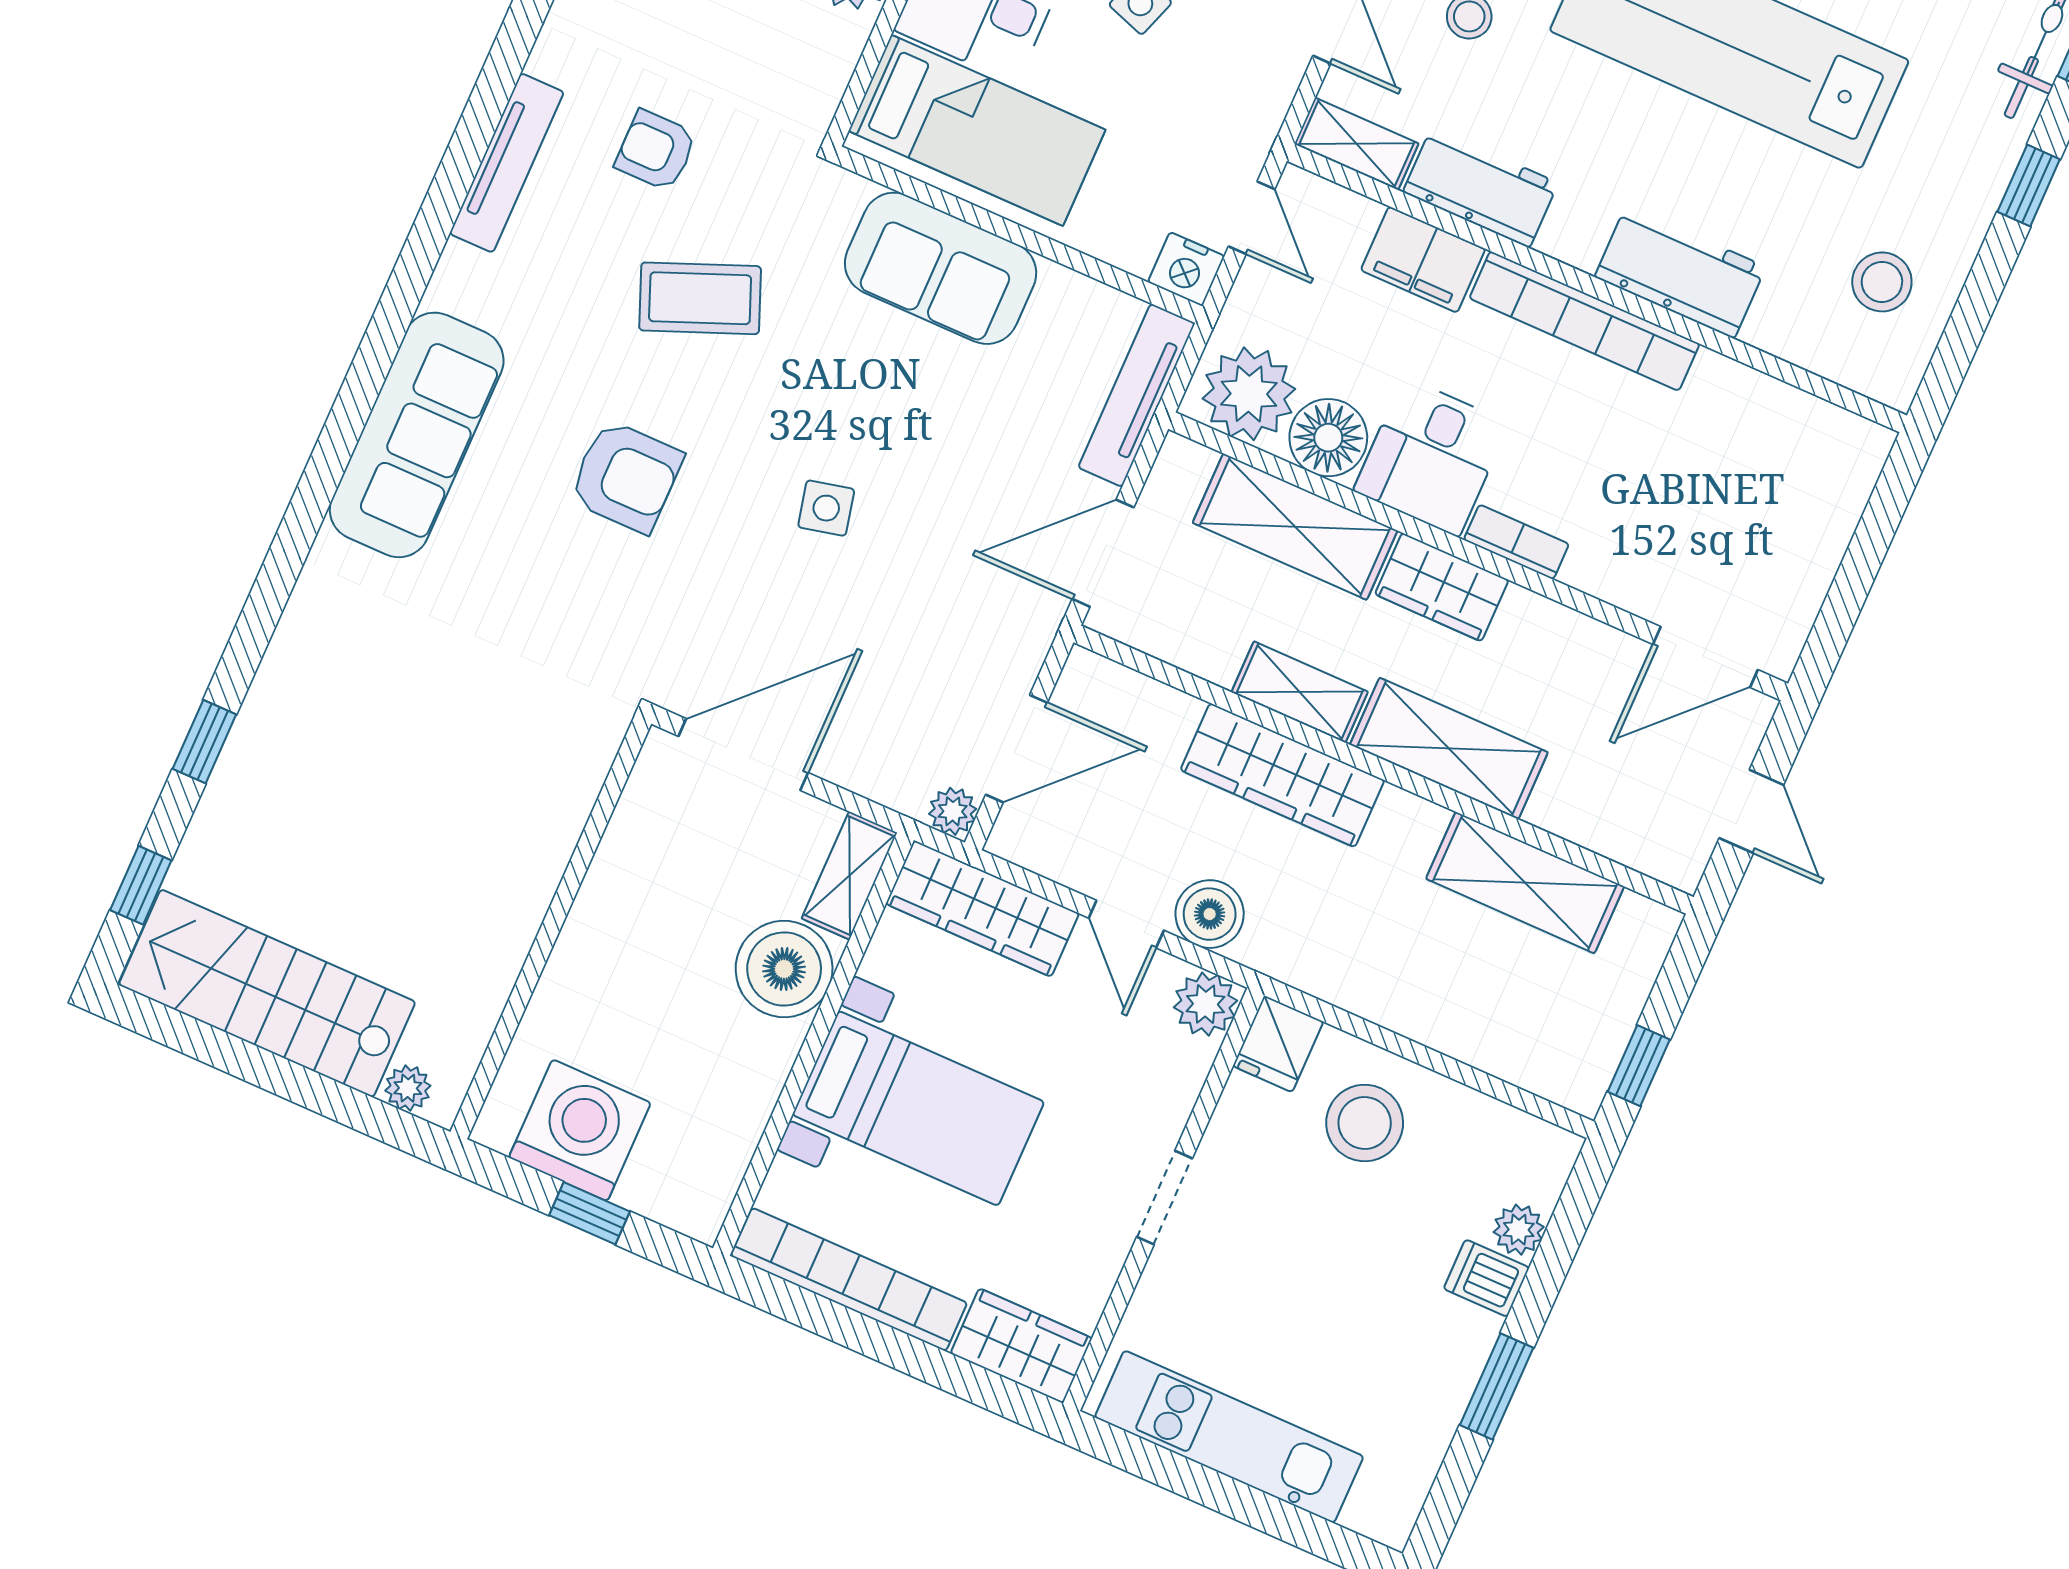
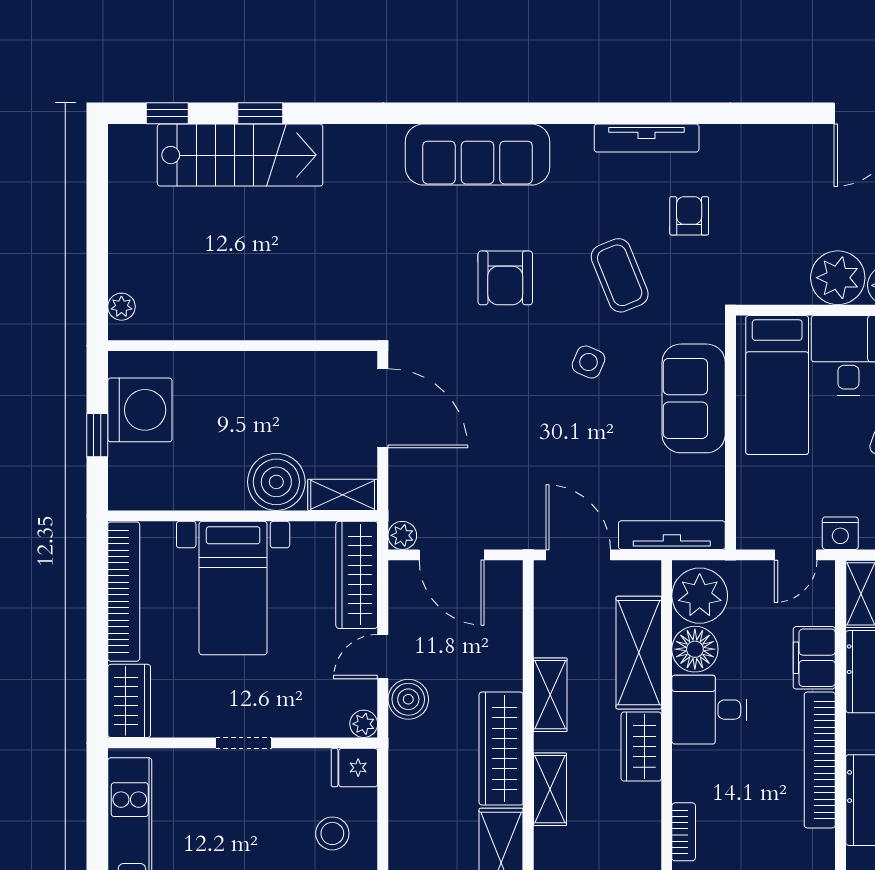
nightstand: (1186, 269) -> (840, 533), moved, turned -90
side table: (826, 508) -> (589, 362), moved, turned 37
bookcase: (1516, 542) -> (684, 832), moved
shelving: (1449, 749) -> (550, 789), width x0.67, depth x0.75
wardrobe: (1282, 775) -> (501, 749), moved
stairs: (267, 993) -> (240, 155), moved, turned 90
plant: (1205, 1004) -> (364, 724), width x0.73, depth x0.73
stool: (1365, 1123) -> (332, 833), width x0.73, depth x0.73

